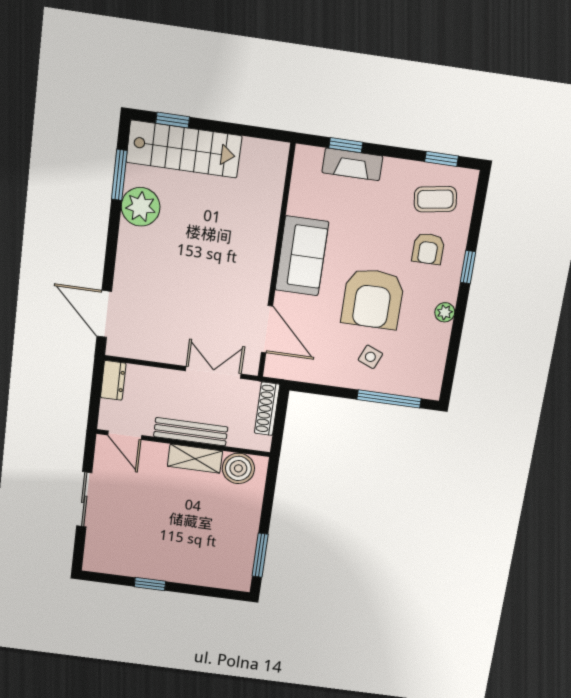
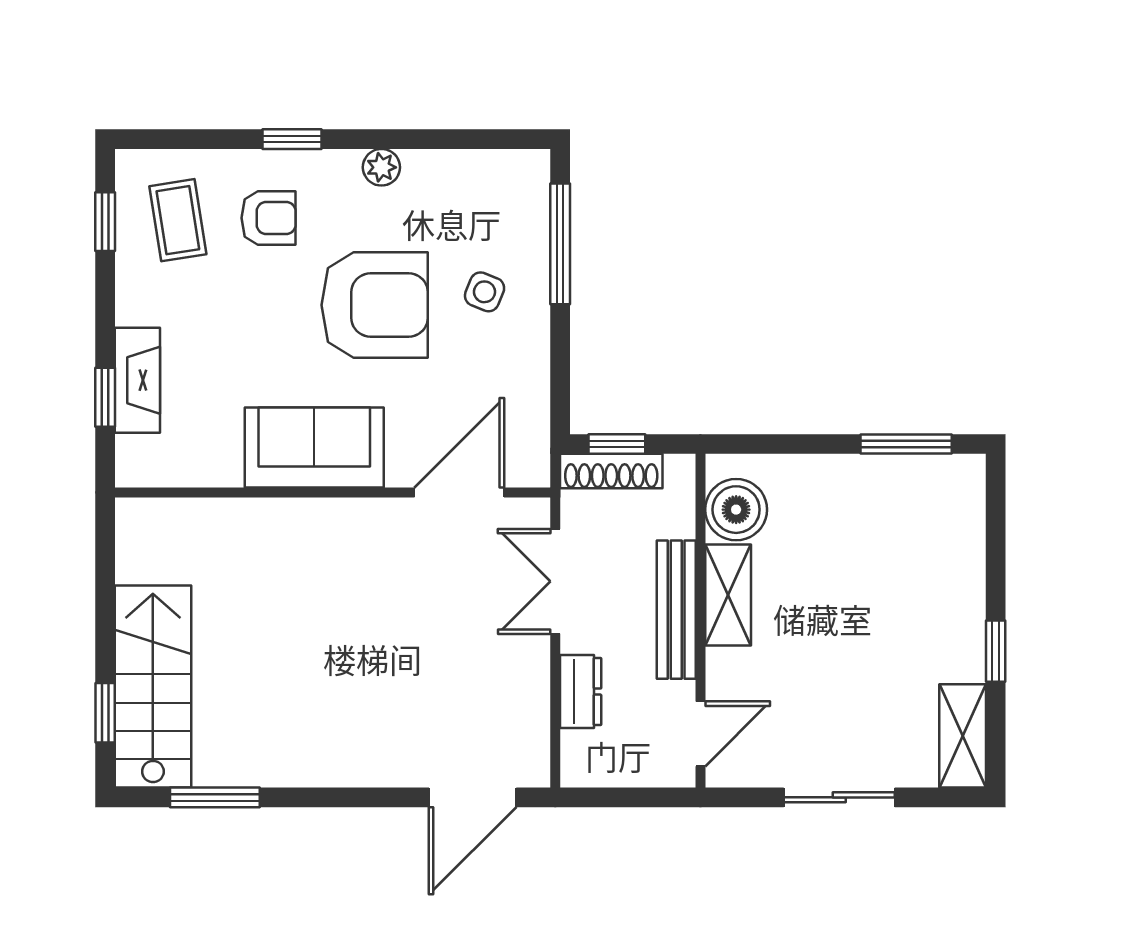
plant: (141, 207) -> (266, 752), removed
dresser: (113, 380) -> (581, 692), moved, turned 90
window: (281, 413) -> (617, 444), added
shelving: (109, 563) -> (963, 736), added

